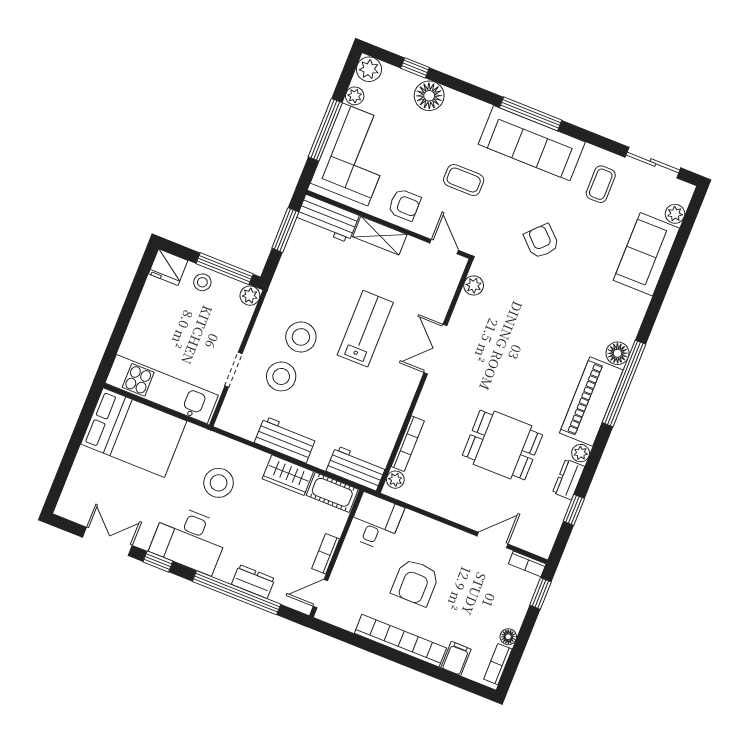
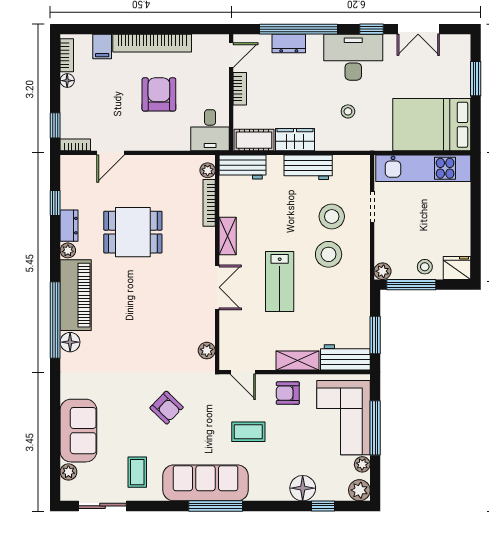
shelving: (402, 400) -> (228, 236), added
window: (67, 463) -> (476, 79), added
stool: (219, 483) -> (348, 111), width x0.53, depth x0.53

